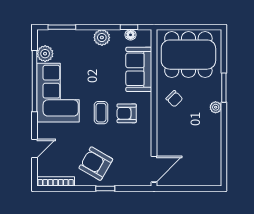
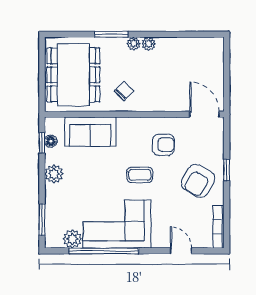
armchair: (127, 113) -> (163, 145), moved, turned -90
plant: (216, 120) -> (149, 44), added

